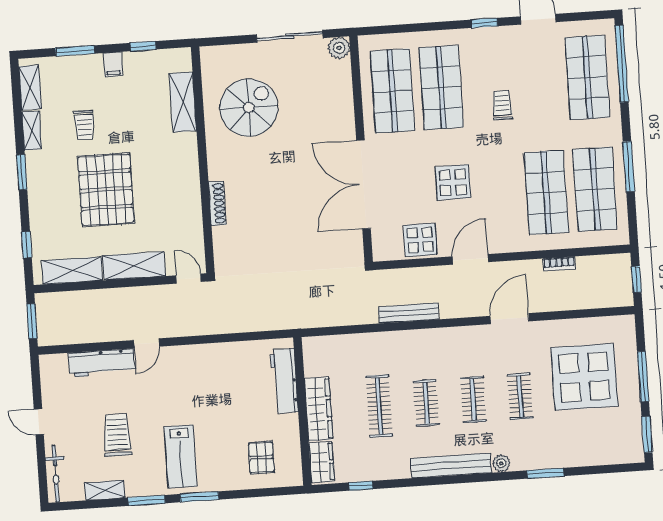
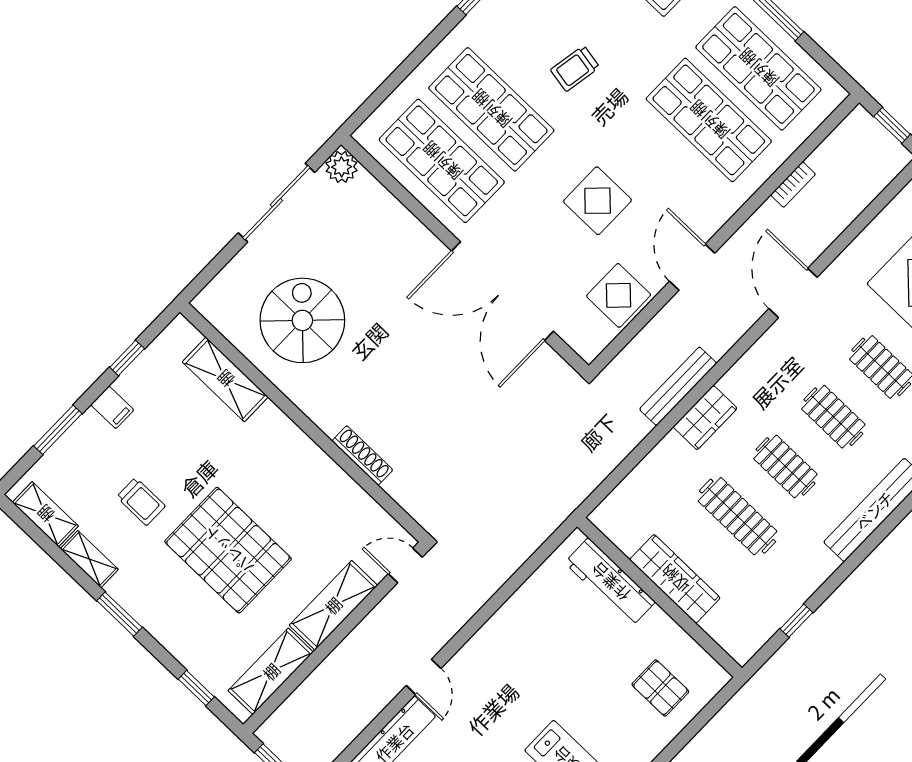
trolley: (502, 105) -> (575, 69), turned -80
wardrobe: (322, 462) -> (705, 418), moved, turned 90

